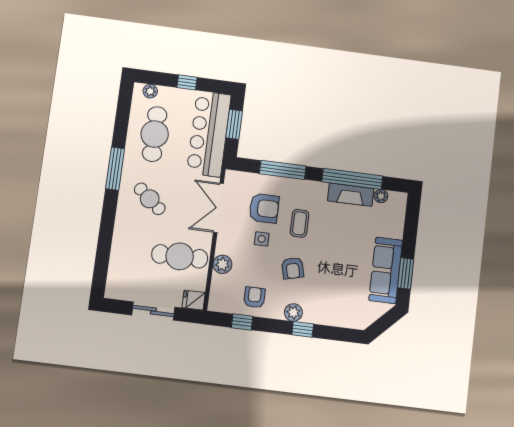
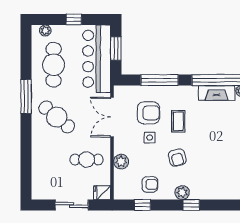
cafe table: (150, 199) -> (57, 117), width x1.37, depth x1.35
cafe table: (180, 256) -> (87, 160), width x0.73, depth x0.74
armchair: (254, 297) -> (150, 184), turned 90

